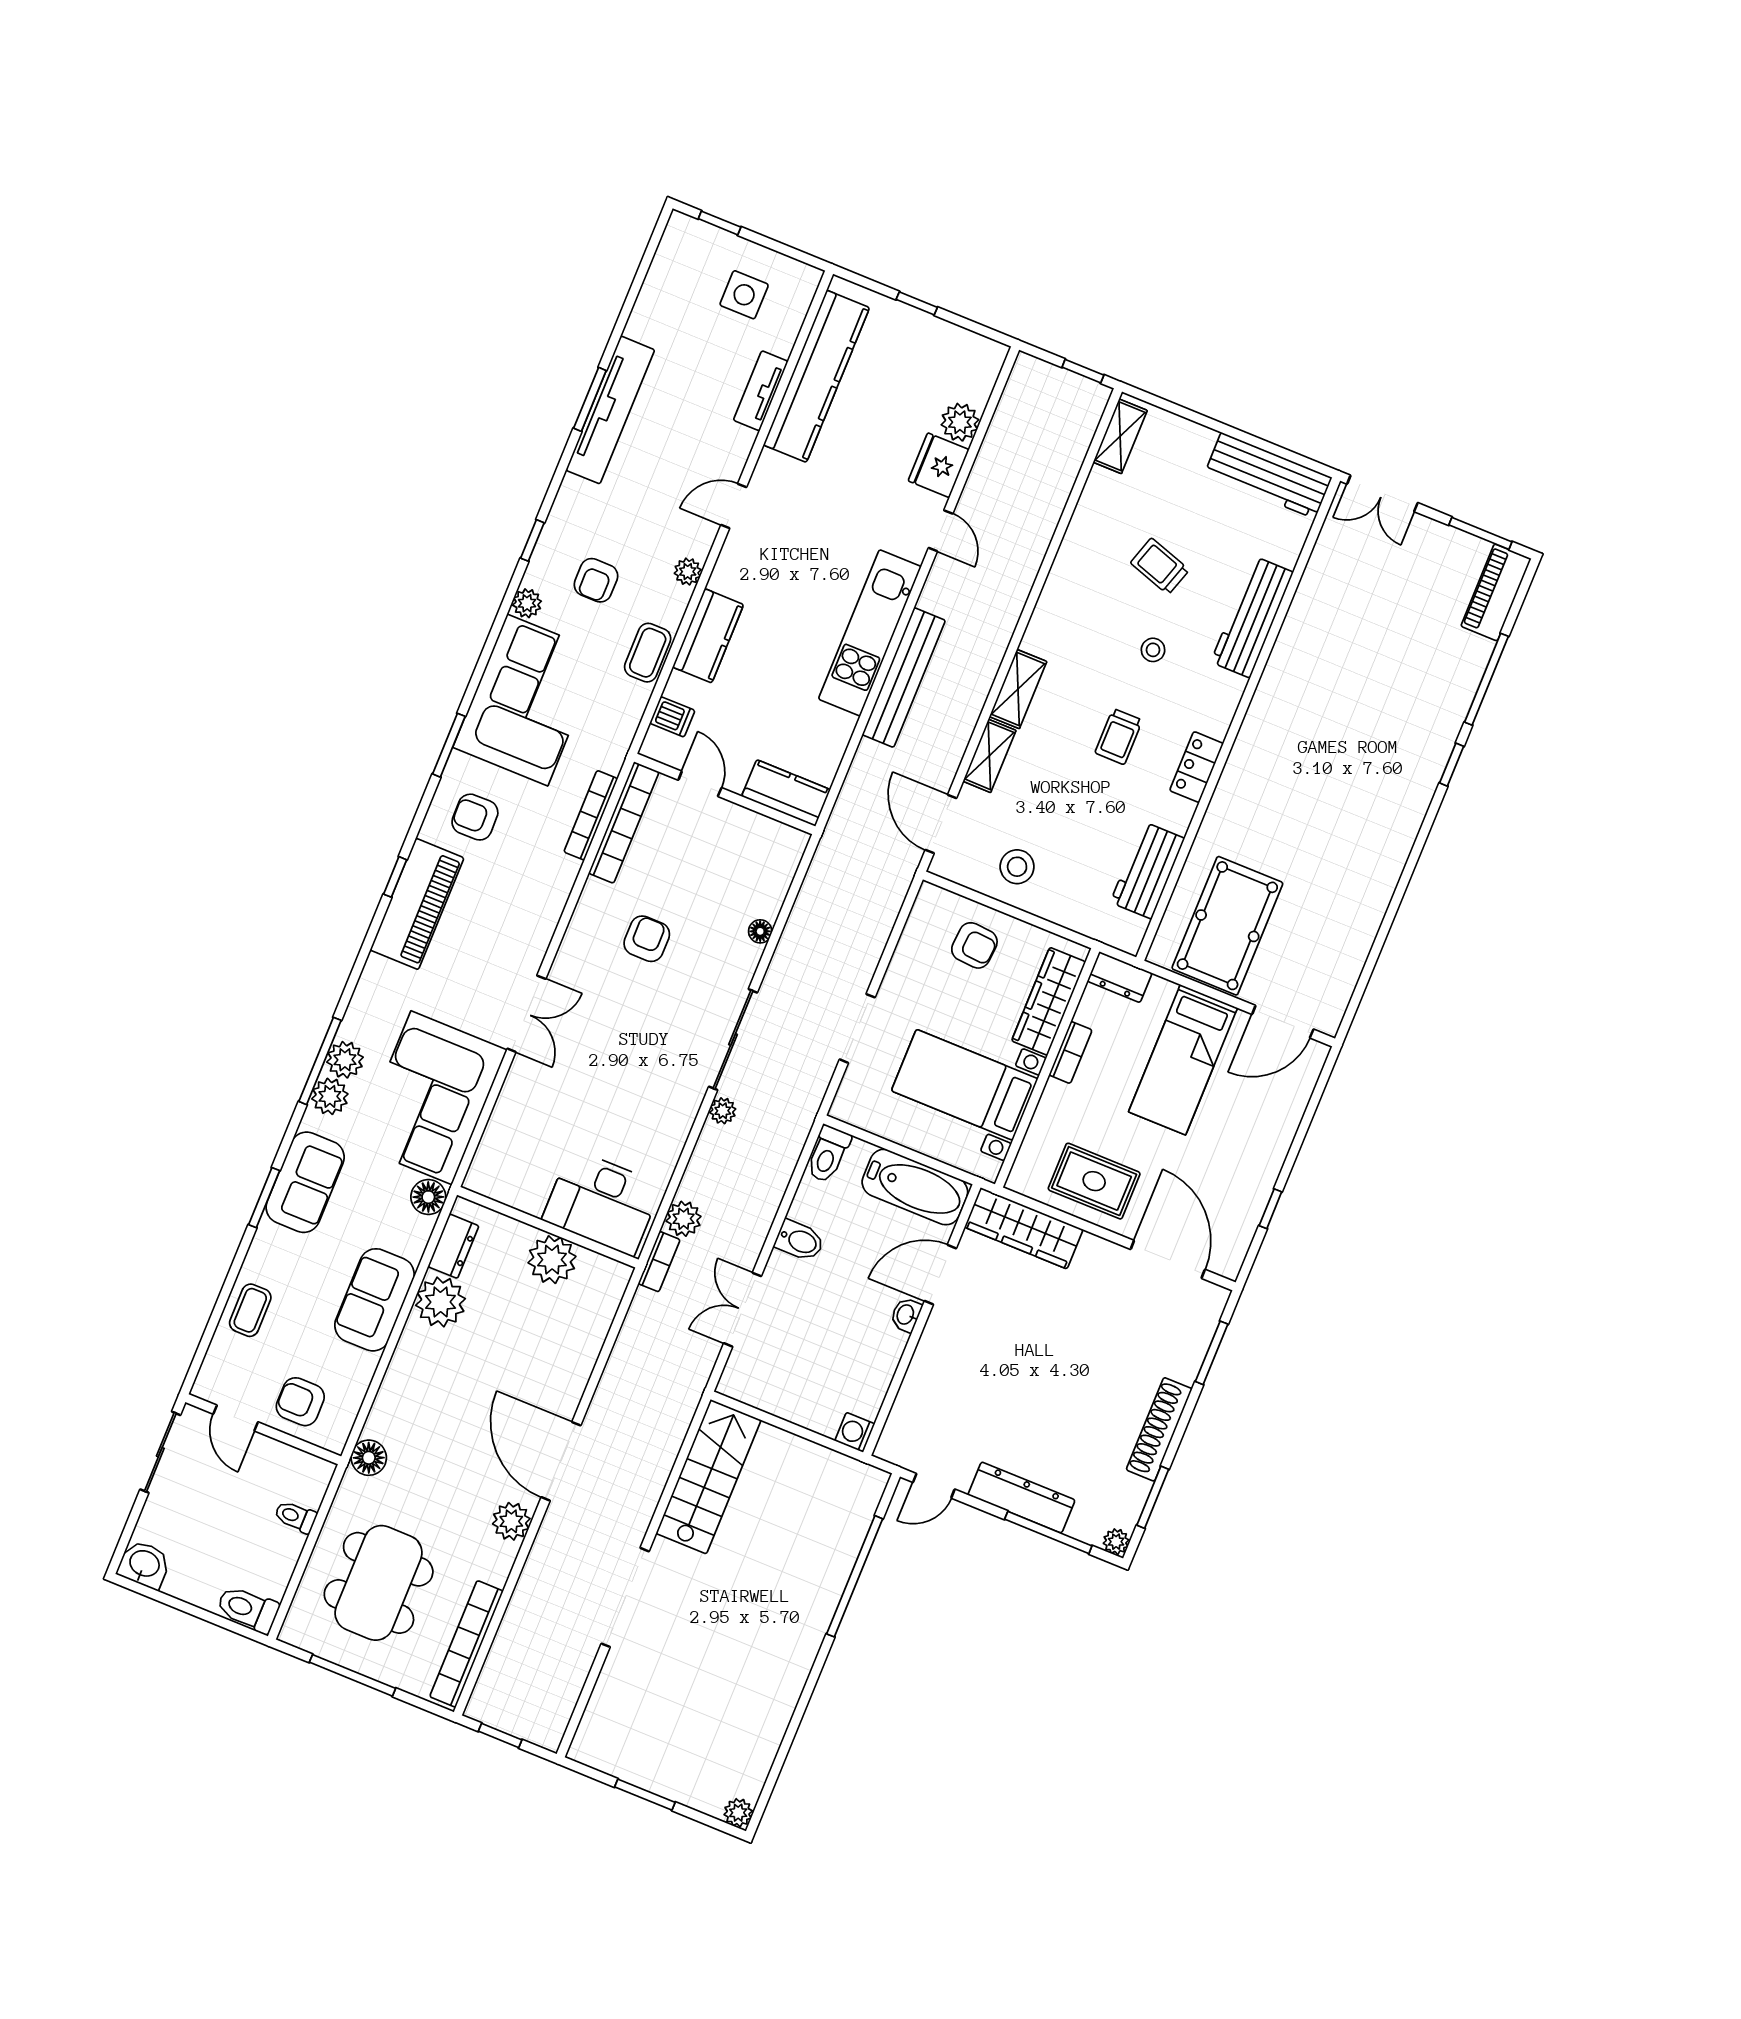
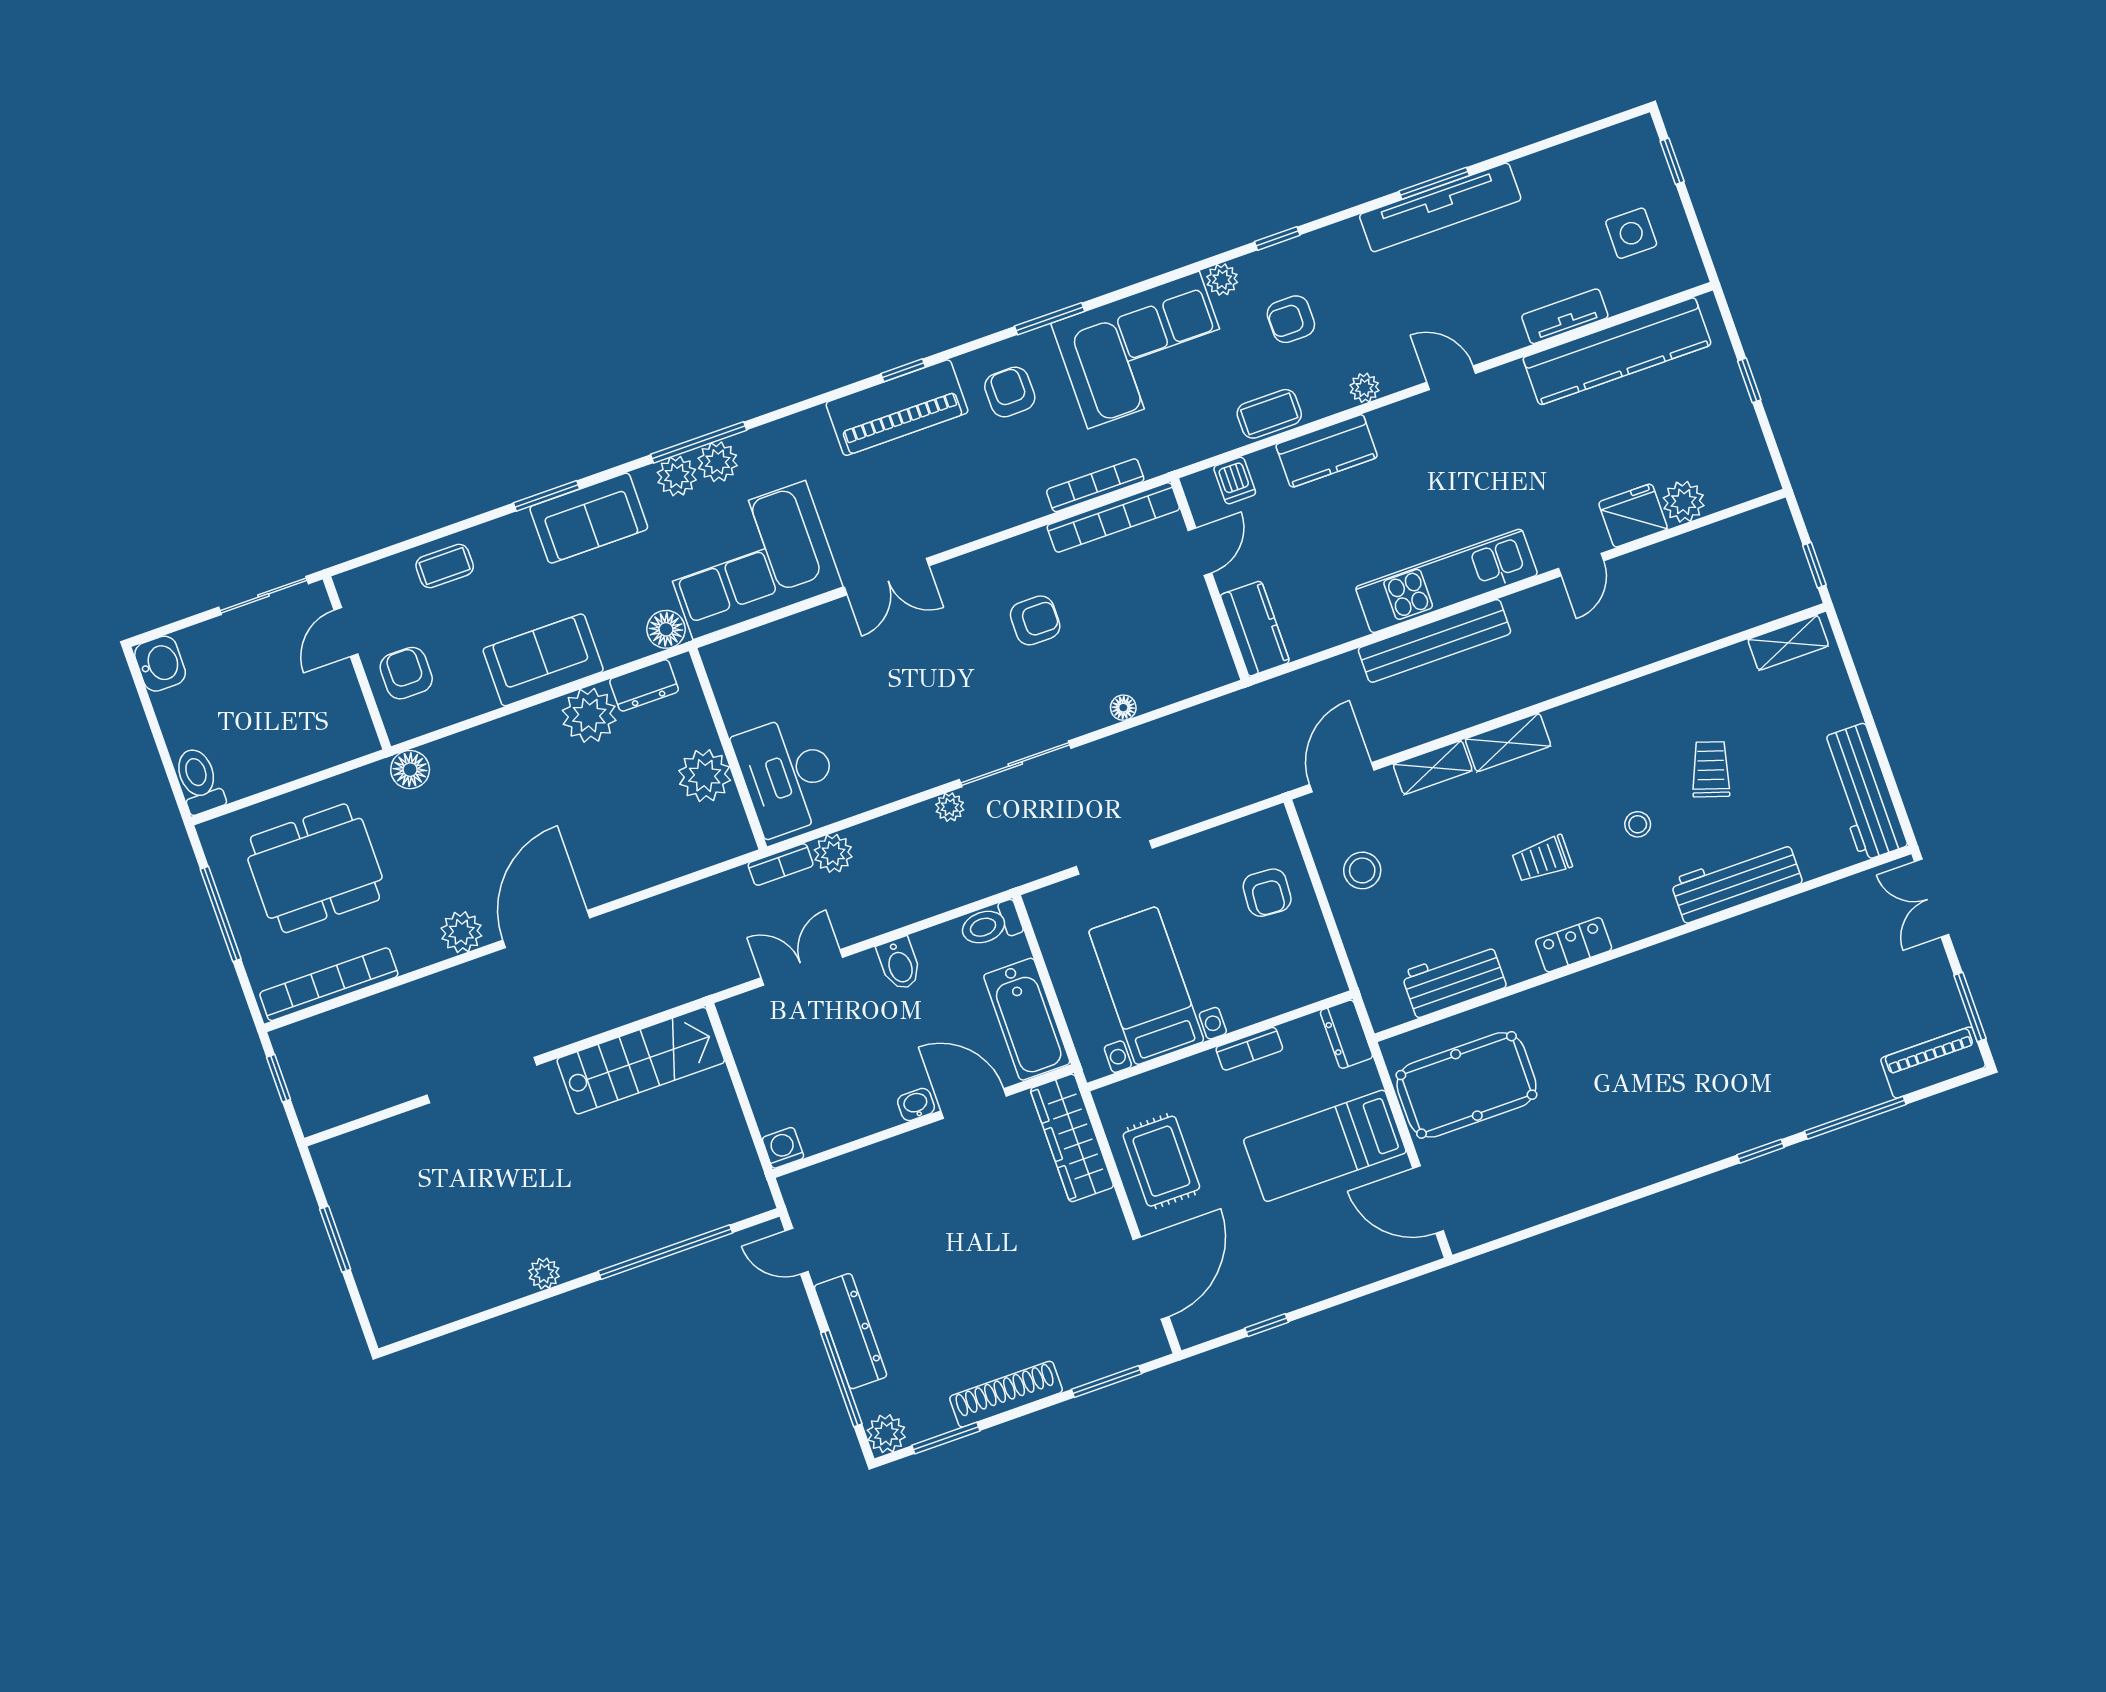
wardrobe: (1049, 1001) -> (1275, 994), removed
toilet: (295, 1517) -> (309, 753), removed
plant: (1116, 1542) -> (886, 1434), width x1.38, depth x1.38
plant: (738, 1813) -> (544, 1273), moved

